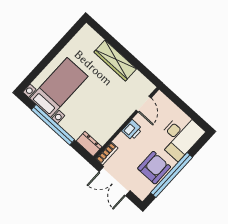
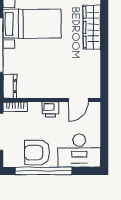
wardrobe: (115, 60) -> (92, 27), moved
armchair: (154, 168) -> (37, 153), turned 180

